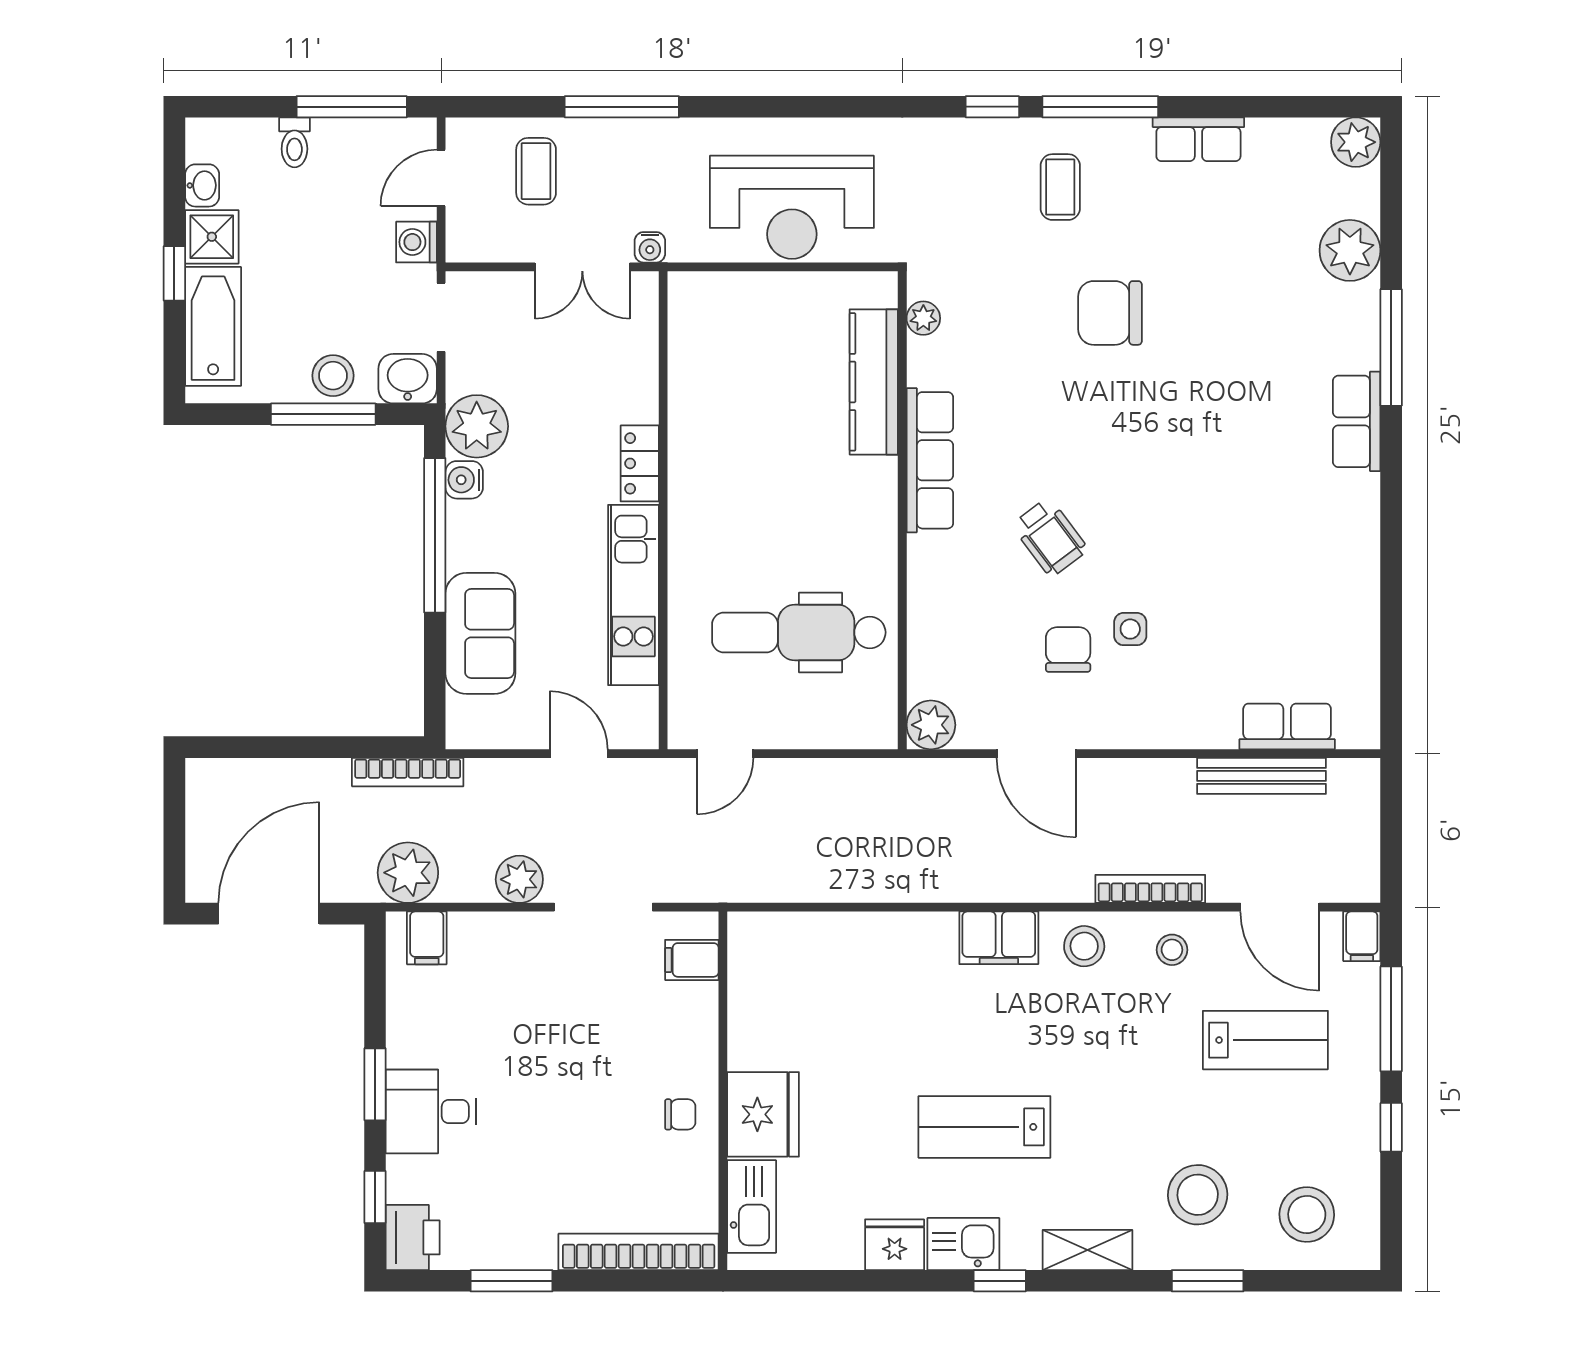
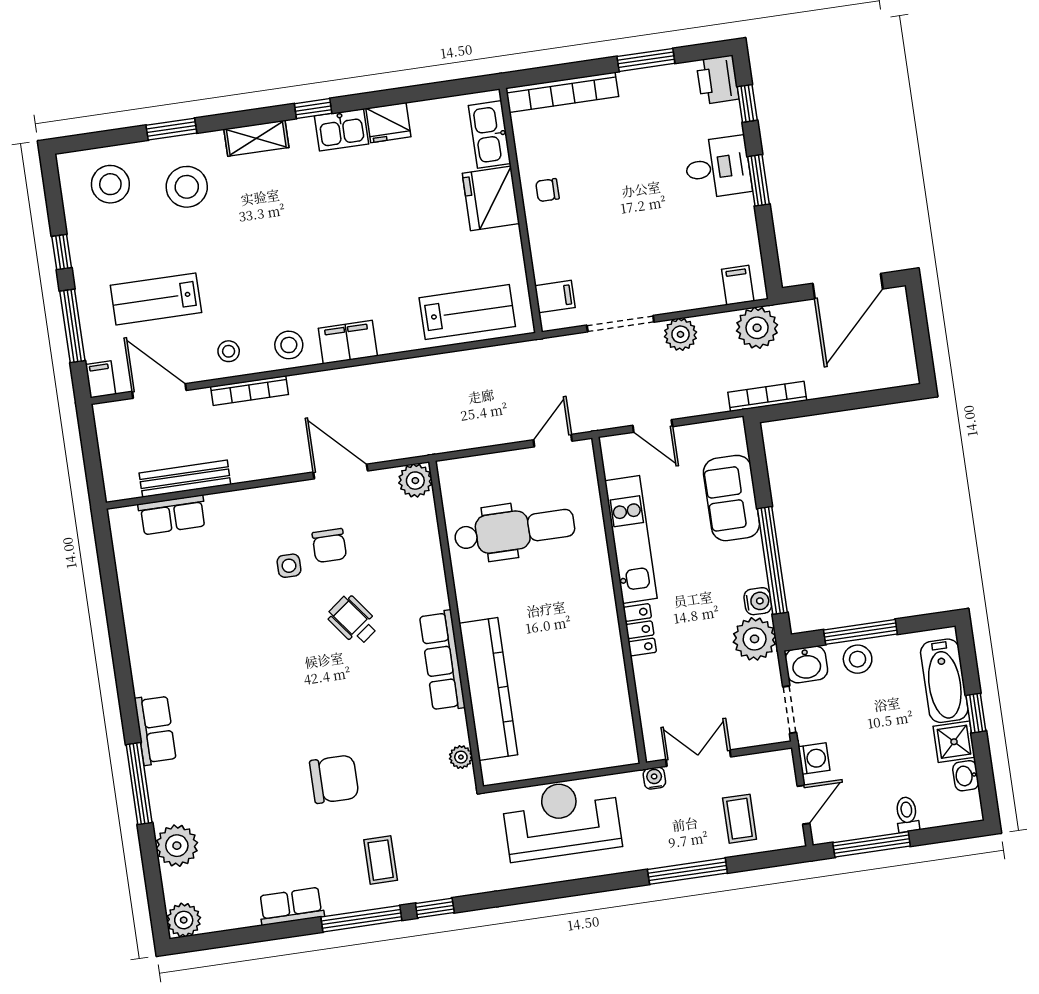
kitchen counter: (874, 382) -> (488, 689), width x1.39, depth x1.17
lab bench: (984, 1127) -> (467, 312), moved

